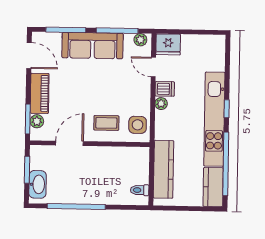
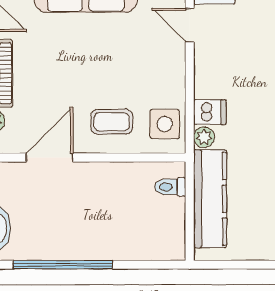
dishwasher: (165, 89) -> (210, 112), moved
plant: (161, 104) -> (204, 137), moved
toilet: (140, 190) -> (170, 187), moved

